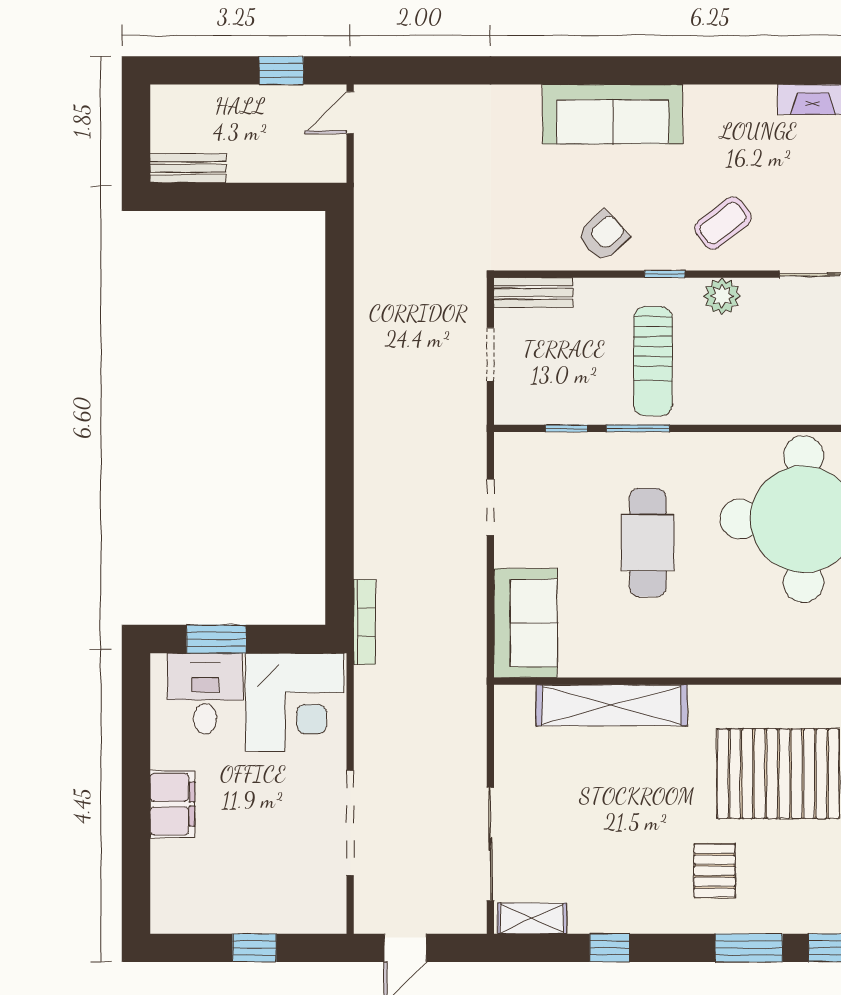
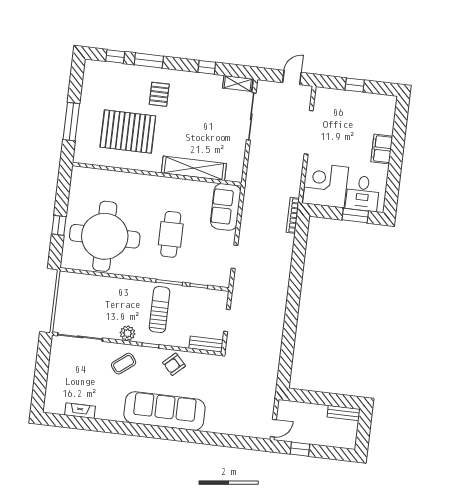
sofa: (613, 114) -> (164, 411), width x1.36, depth x1.27

